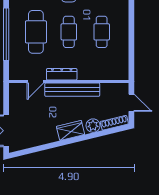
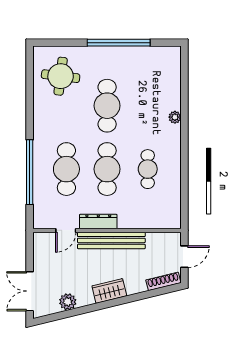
cafe table: (69, 32) -> (107, 169), width x1.37, depth x1.35
door: (131, 103) -> (184, 257), hinge flipped
plant: (93, 126) -> (68, 302), moved

